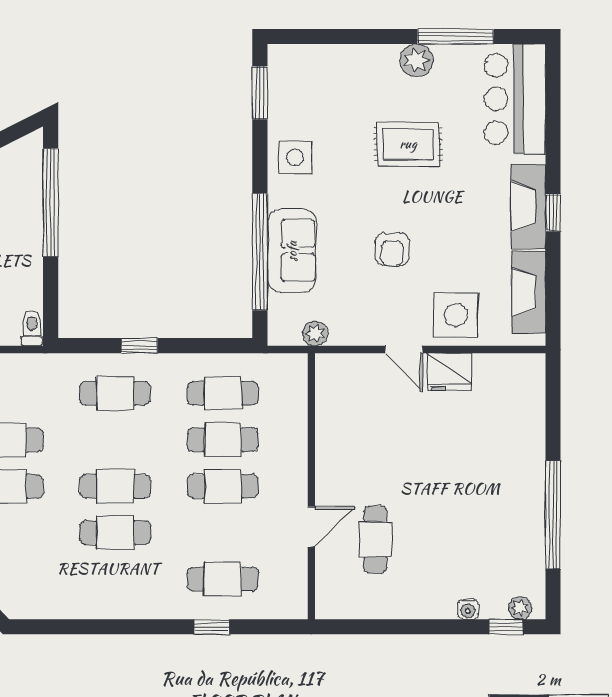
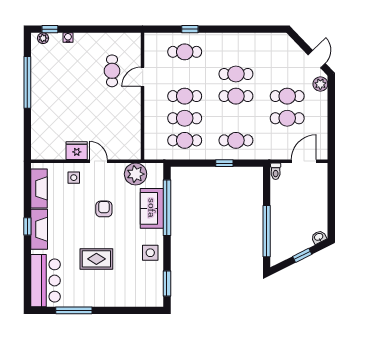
plant: (416, 60) -> (92, 299), removed
side table: (456, 315) -> (74, 178), width x0.54, depth x0.54
plant: (315, 333) -> (136, 174), width x1.88, depth x1.88

